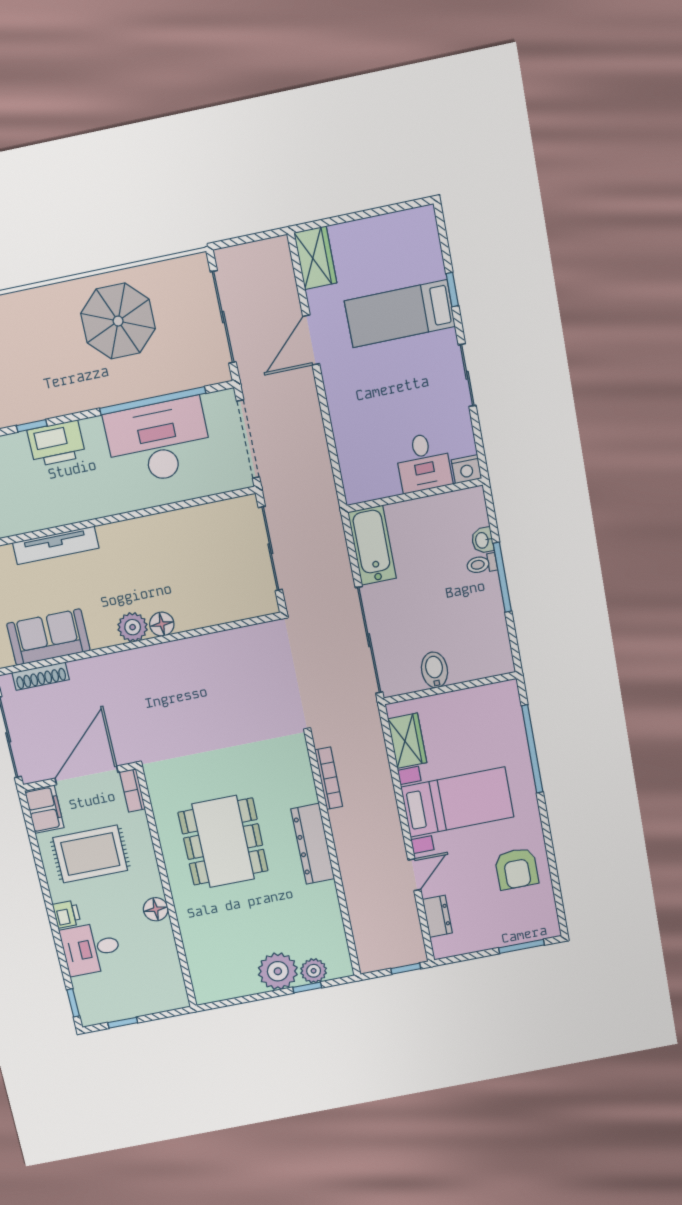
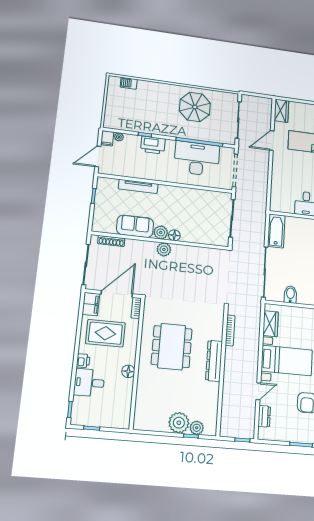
sofa: (48, 637) -> (135, 226), moved
plant: (150, 660) -> (164, 249), added

